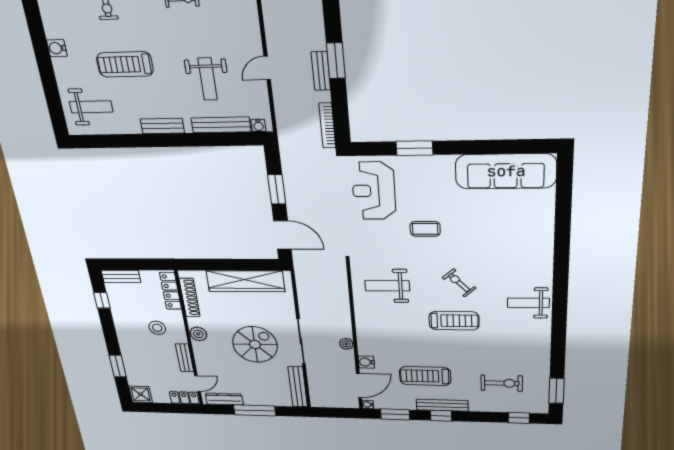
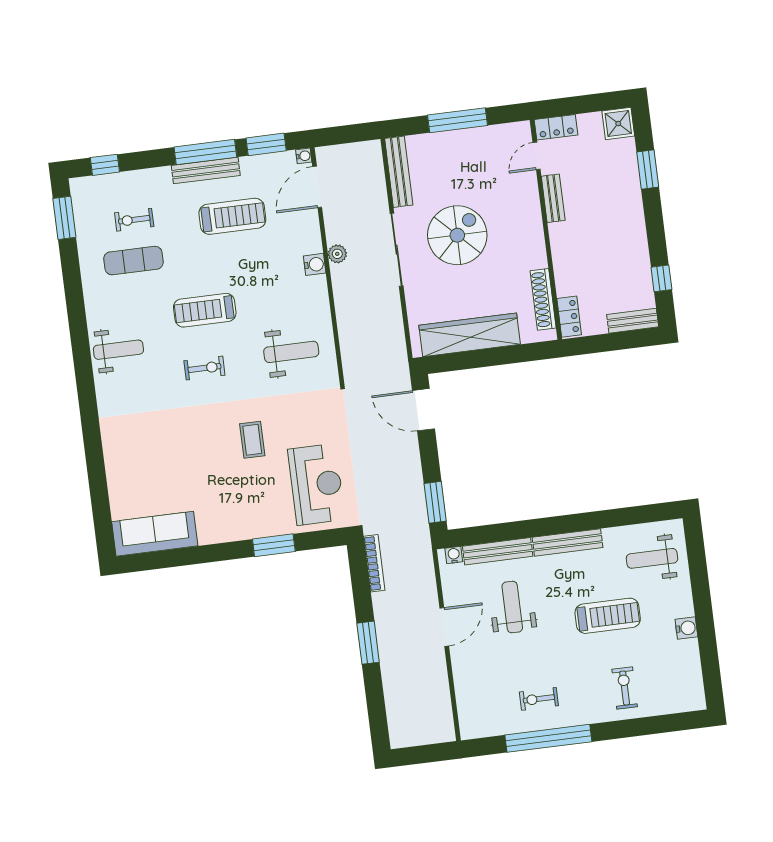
door: (267, 68) -> (444, 627), width x1.38
bench: (321, 71) -> (384, 629), removed
bench: (162, 126) -> (568, 542), width x1.36
sofa: (506, 171) -> (155, 534), width x0.74, depth x0.79
window: (277, 189) -> (435, 502), moved
coffee table: (425, 229) -> (252, 440), turned 90
exercise bike: (459, 283) -> (204, 368), turned -47
locker: (171, 291) -> (569, 317), width x0.66
stool: (157, 328) -> (589, 244), removed
plant: (198, 334) -> (533, 242), removed
spiral stairs: (255, 344) -> (457, 235), turned 180
exercise mat: (506, 358) -> (133, 261), added
water cooler: (366, 362) -> (315, 264), moved
exercise bike: (502, 383) -> (134, 220), width x0.73, depth x0.72
dresser: (224, 399) -> (500, 134), removed
window: (441, 416) -> (205, 152), width x2.17

